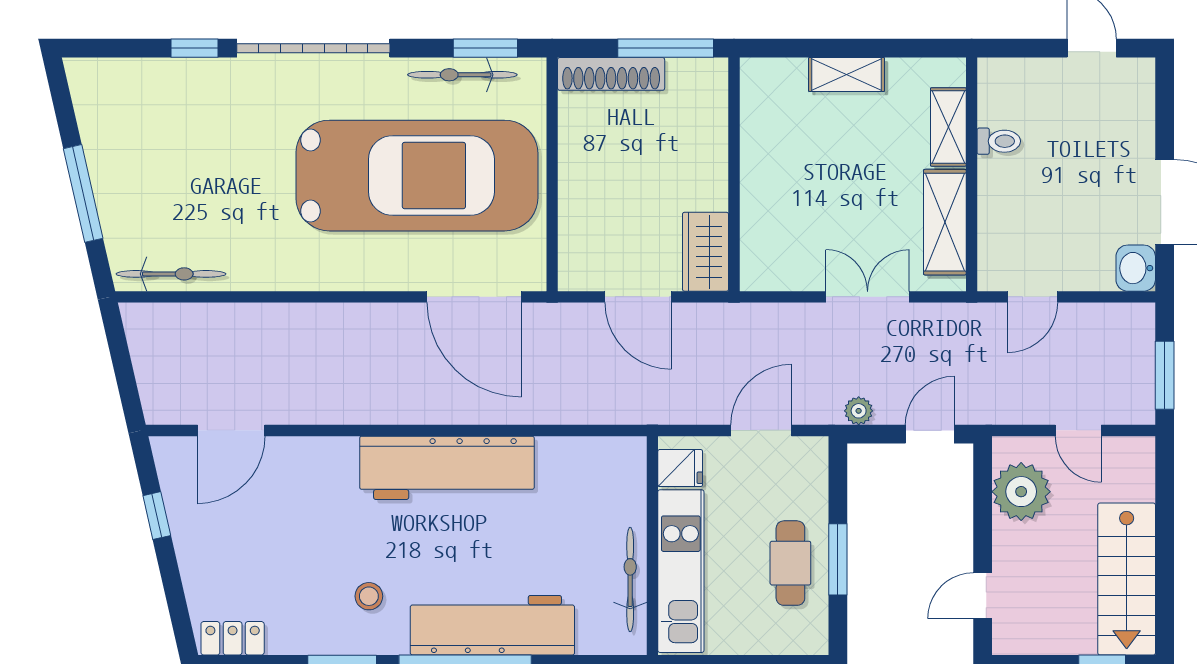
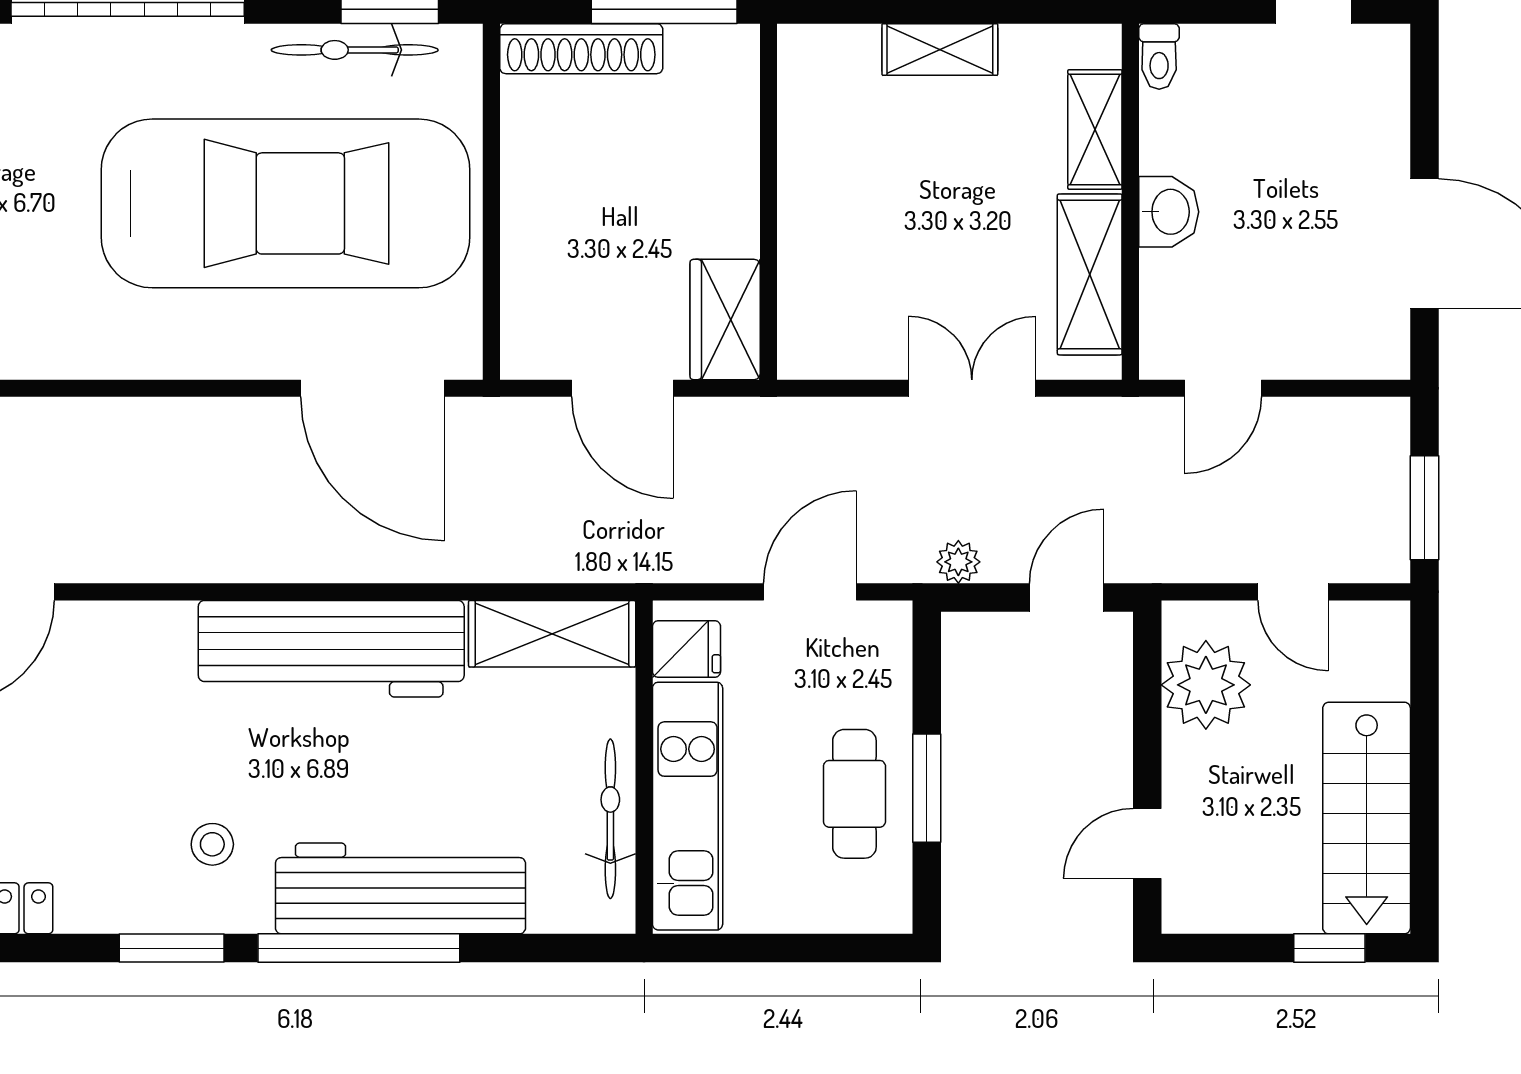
toilet: (999, 141) -> (1159, 56), moved, turned 90
washbasin: (1136, 268) -> (1169, 212), moved, turned 180
shelving: (592, 458) -> (552, 634), added

